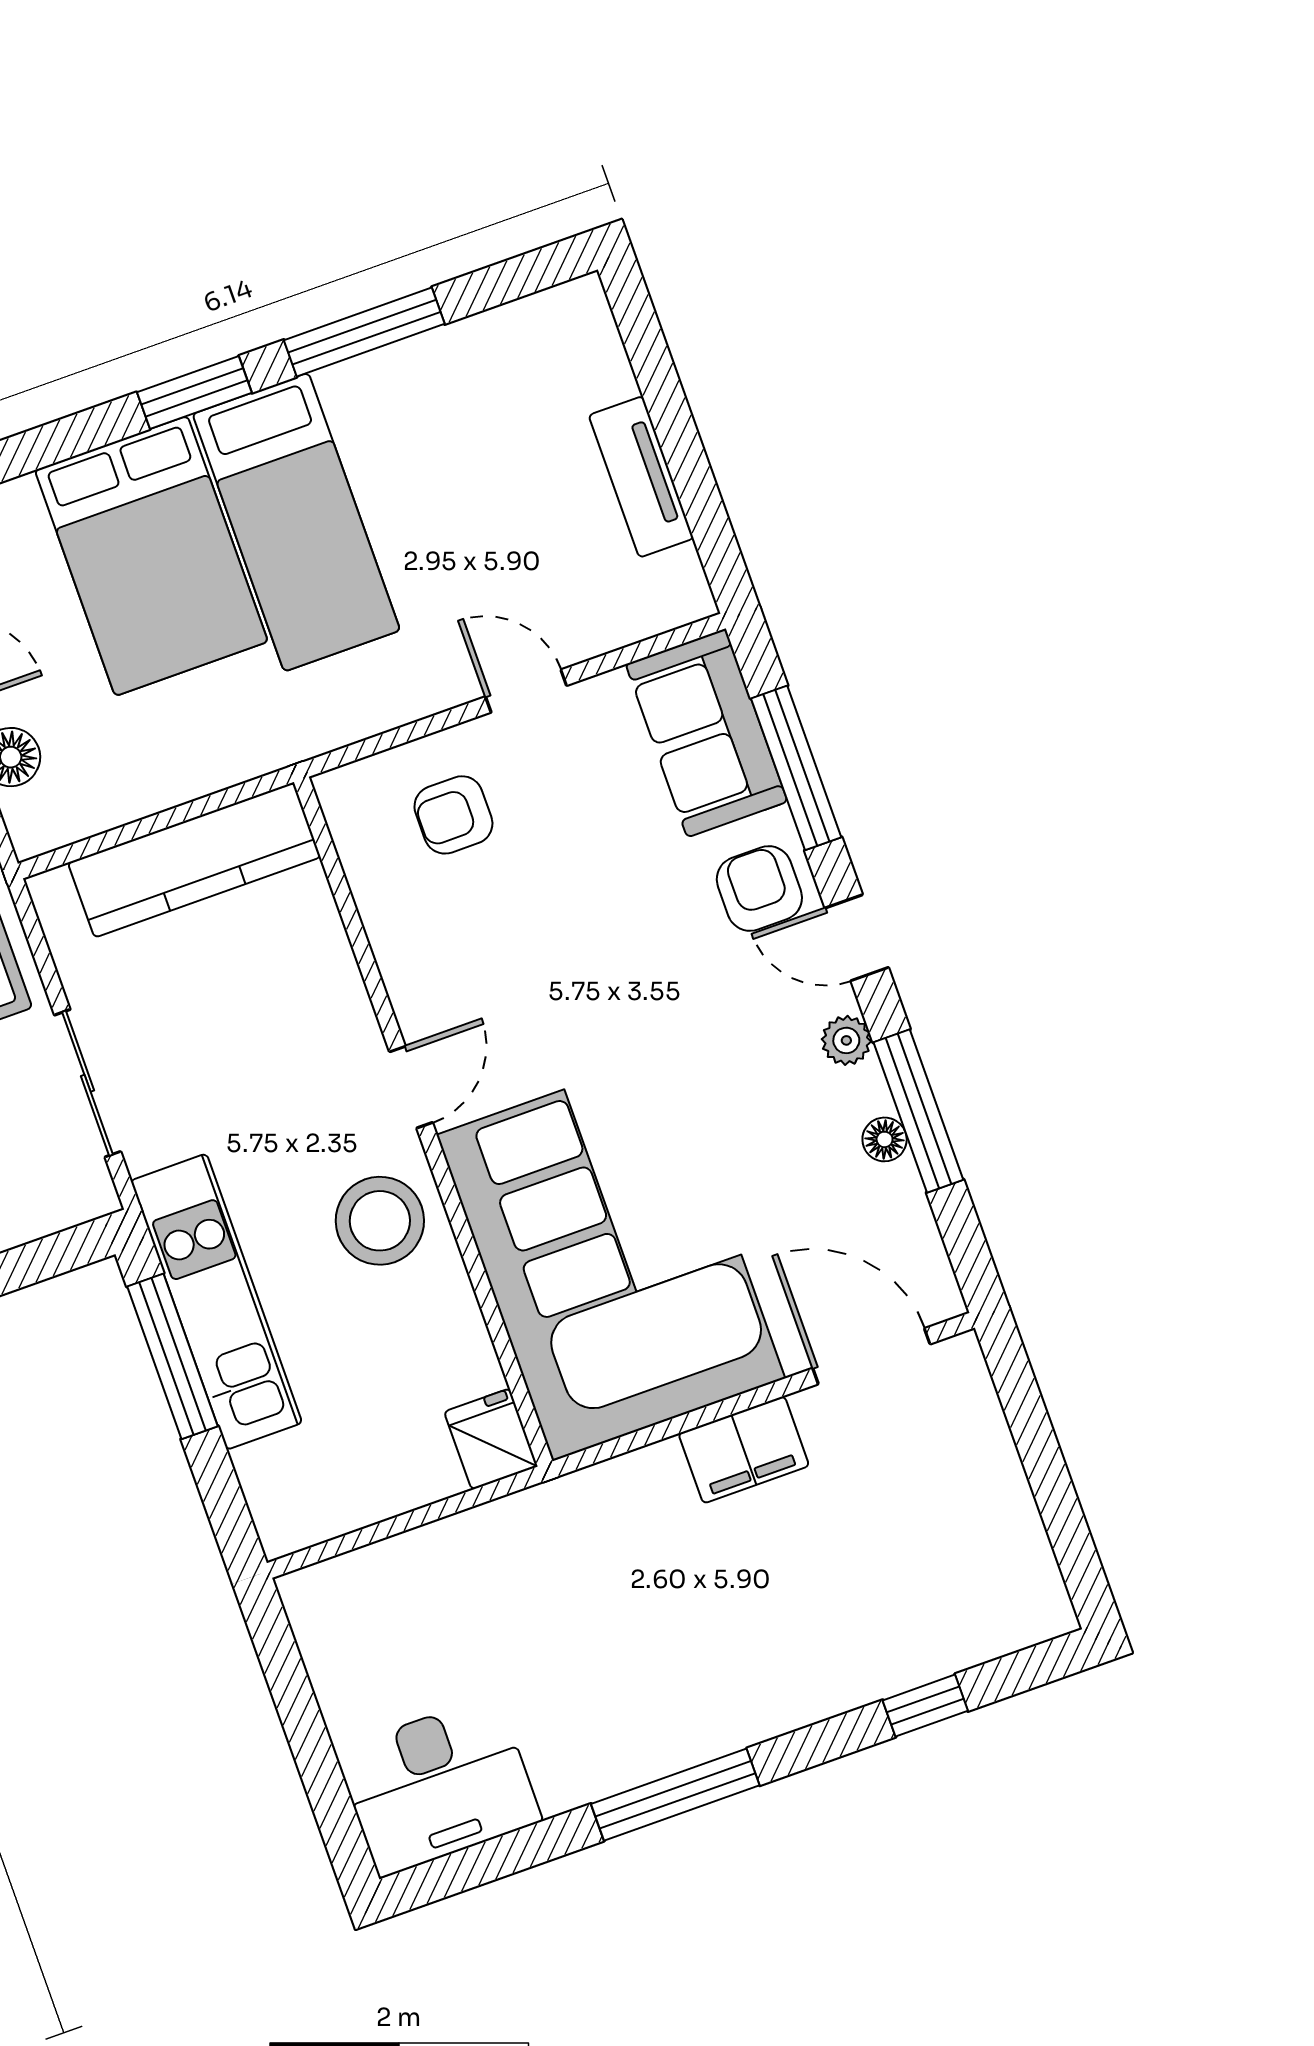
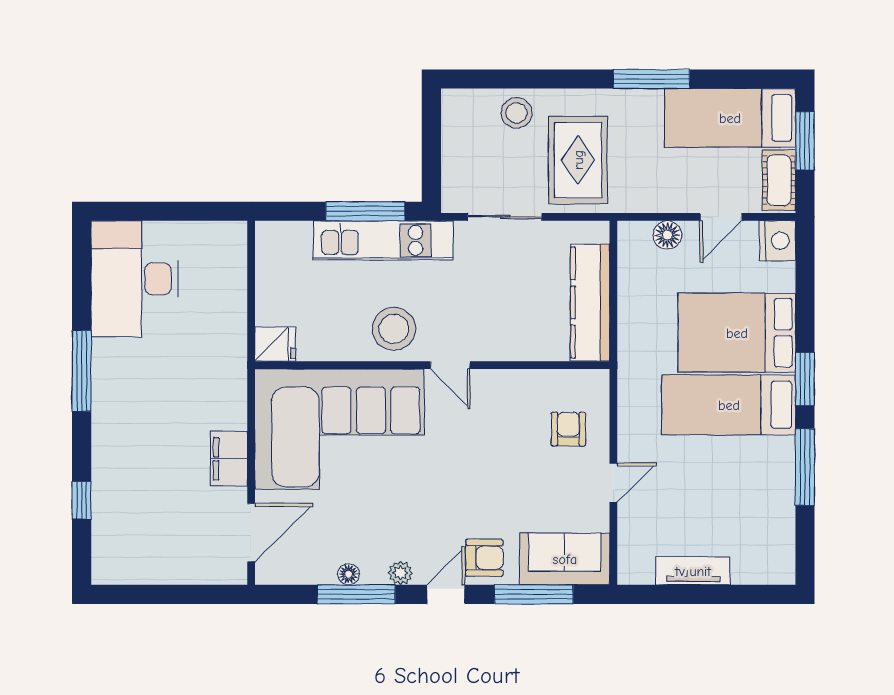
desk: (438, 1786) -> (135, 279), width x1.36, depth x1.30

